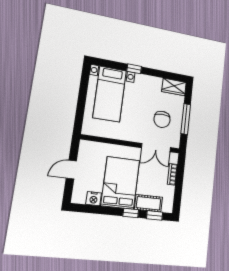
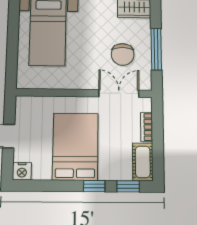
double door: (156, 148) -> (119, 93), swing flipped
nightstand: (94, 199) -> (22, 171), moved
cot: (149, 203) -> (143, 162), moved, turned 90

